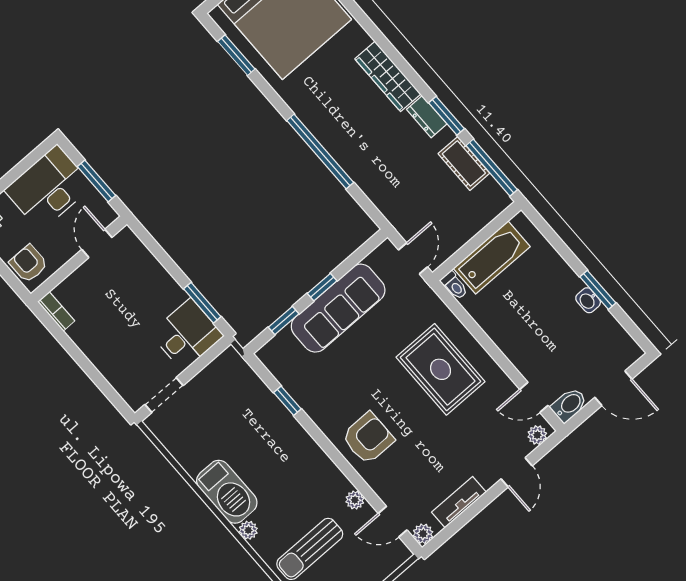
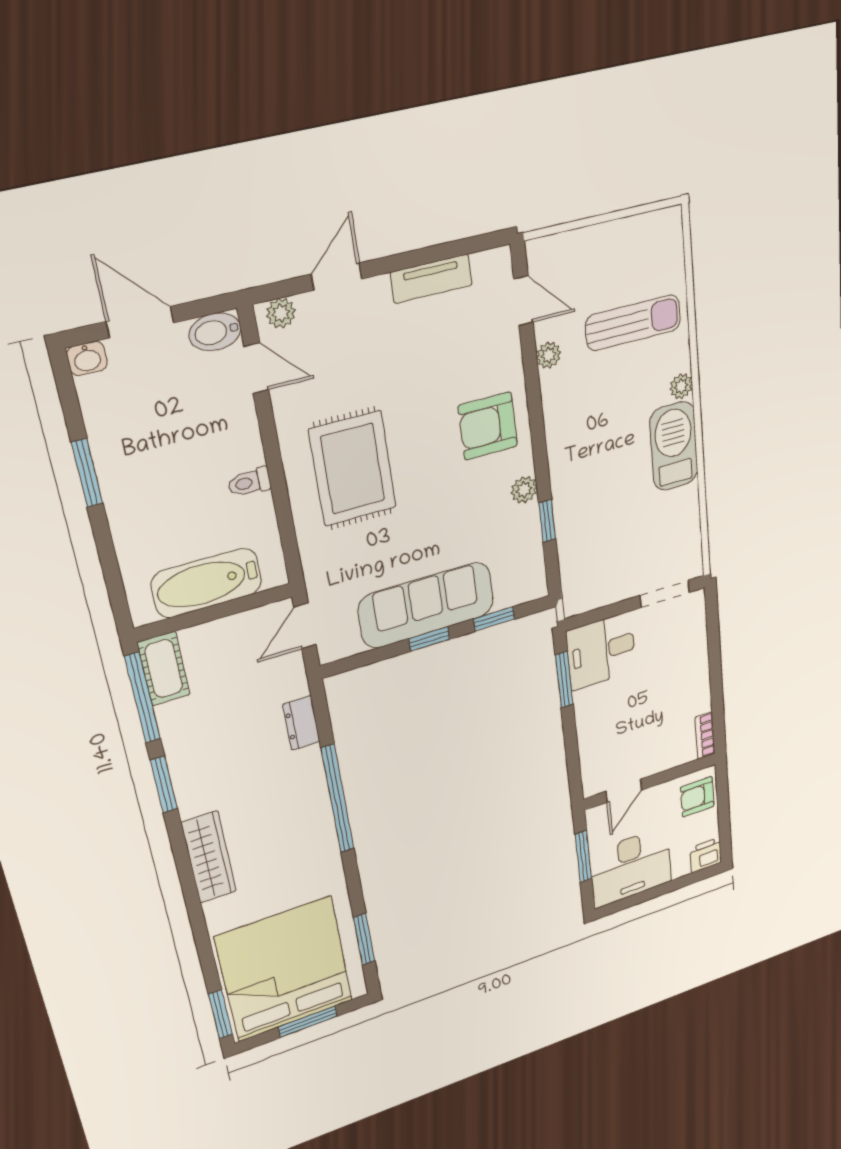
dresser: (427, 117) -> (301, 723), moved, turned 180
cot: (464, 163) -> (164, 669), moved
armchair: (29, 264) -> (697, 797), turned 90
toilet: (454, 285) -> (250, 482), moved, turned -90
washbasin: (588, 300) -> (87, 358), moved, turned 90
plant: (423, 534) -> (524, 490), moved

